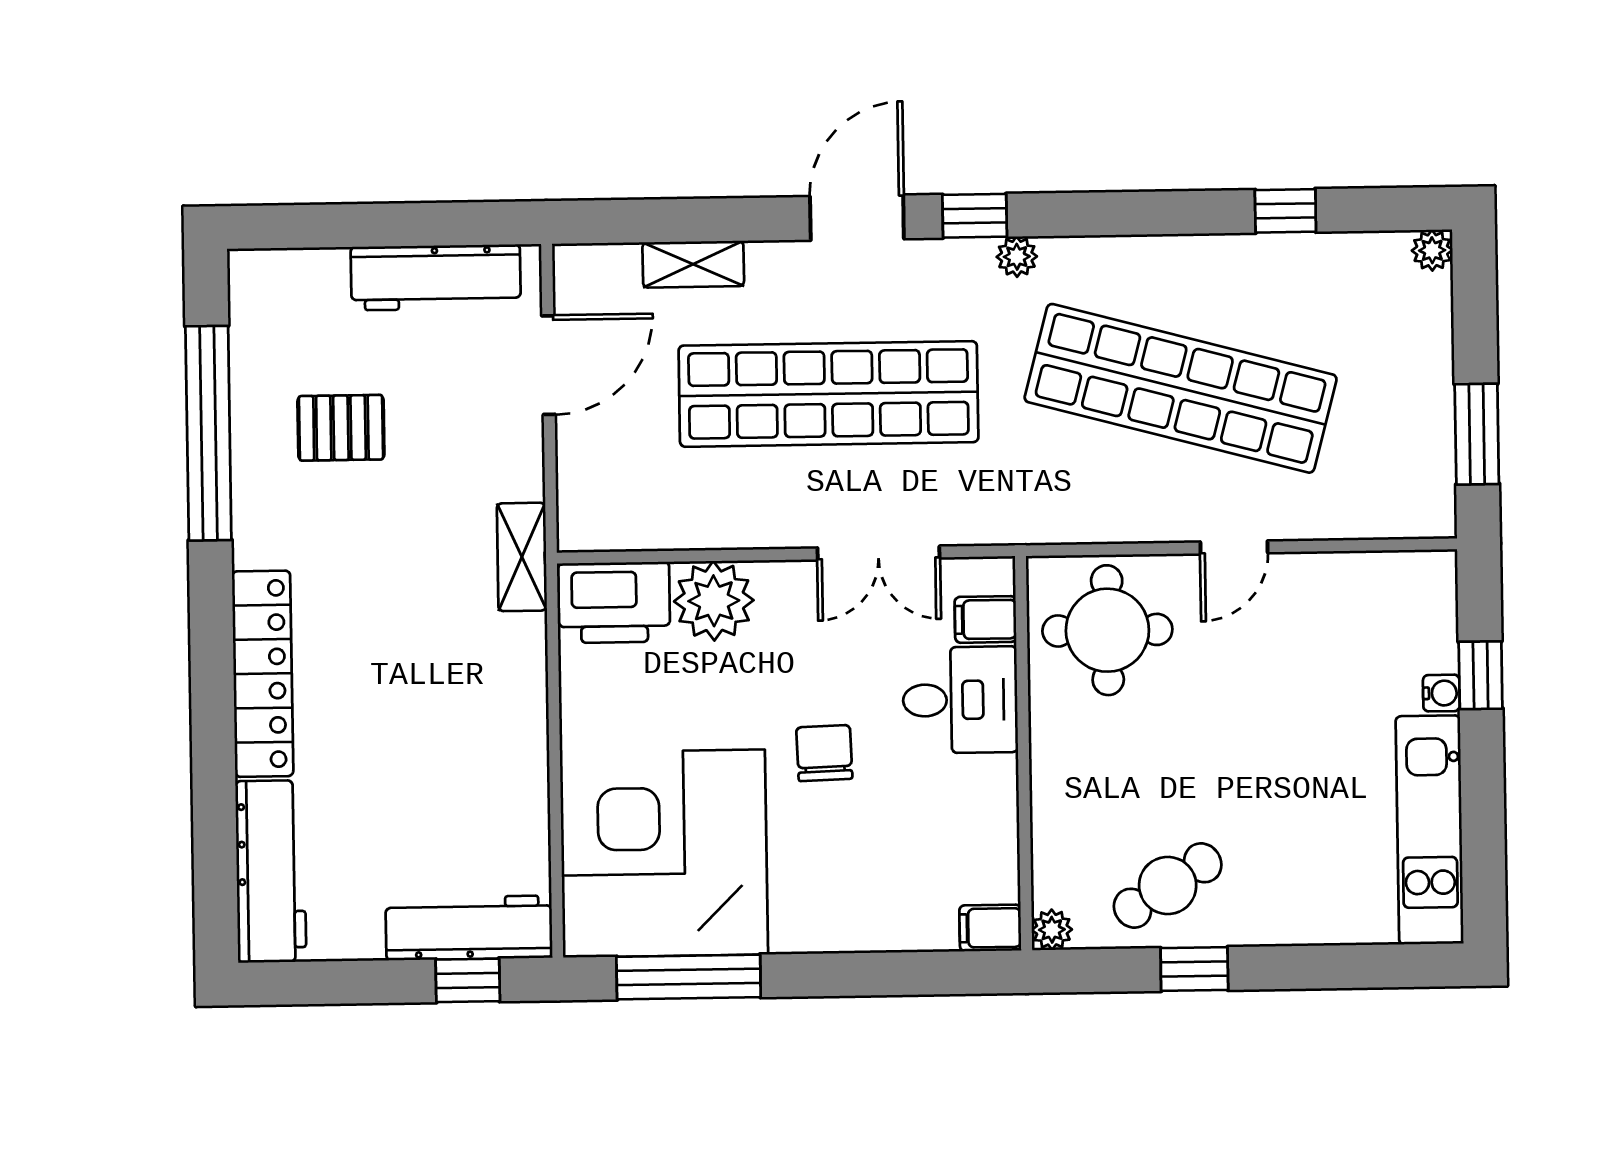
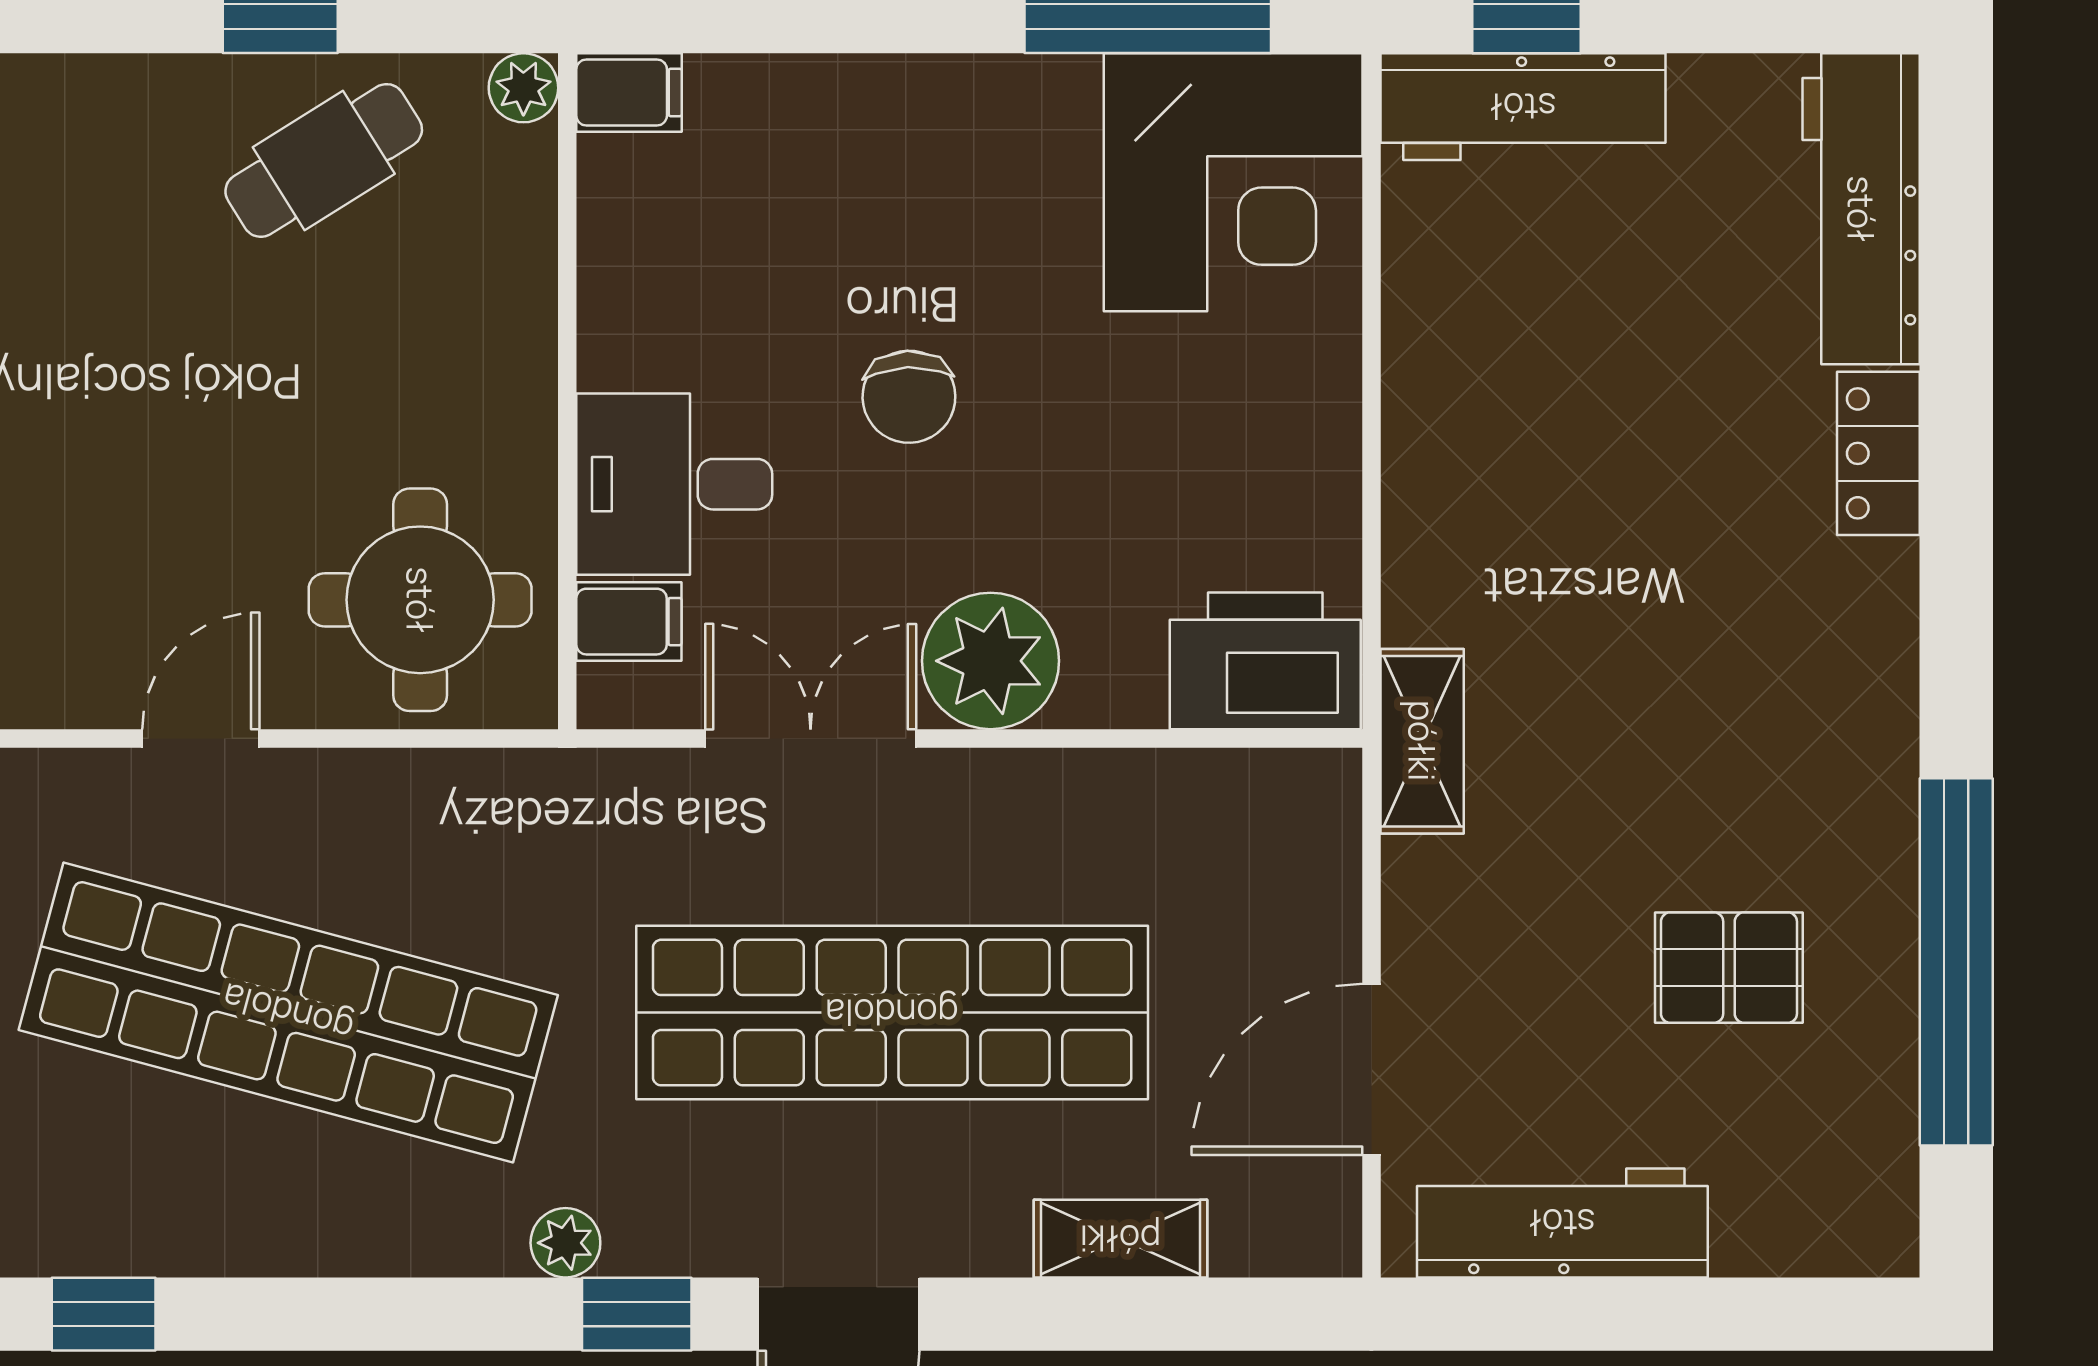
plant: (714, 601) -> (991, 661), moved
locker: (263, 674) -> (1878, 453), width x0.46, depth x0.83
corner desk: (664, 854) -> (1233, 182), width x0.74, depth x0.74

